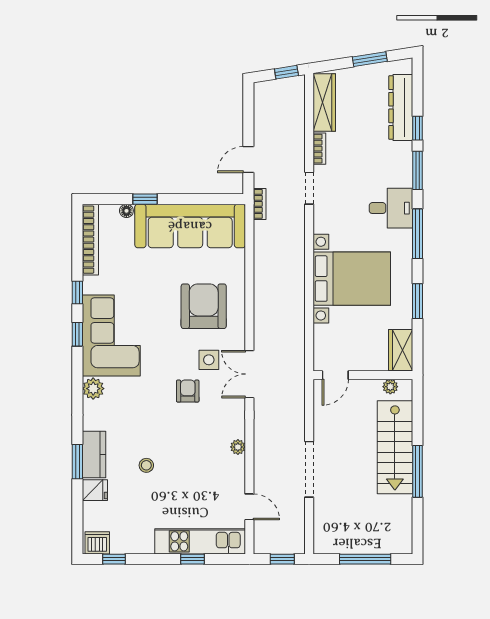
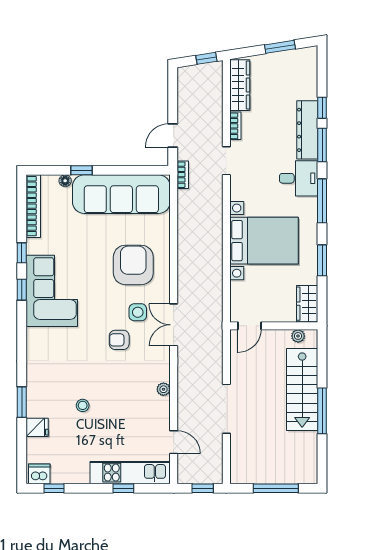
dresser: (401, 108) -> (307, 130), moved
plant: (93, 389) -> (36, 338), removed
armchair: (188, 391) -> (119, 340), turned -90
kitchen counter: (94, 455) -> (36, 396), removed

